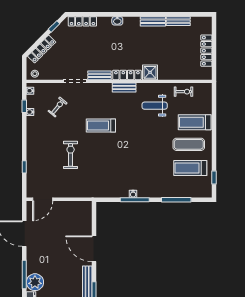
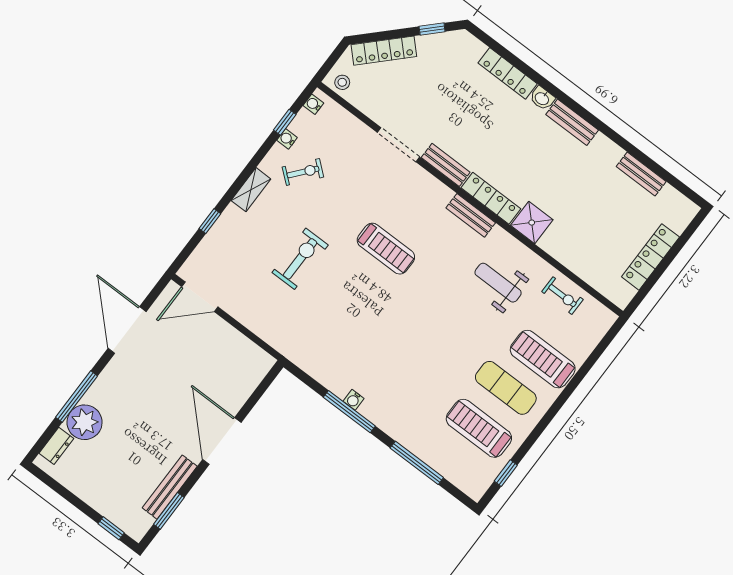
locker: (82, 21) -> (508, 73), moved
bench: (153, 21) -> (572, 122), moved
exercise bike: (58, 107) -> (303, 172), moved
treadmill: (101, 126) -> (386, 249), turned 180
shelving: (31, 142) -> (251, 190), added

